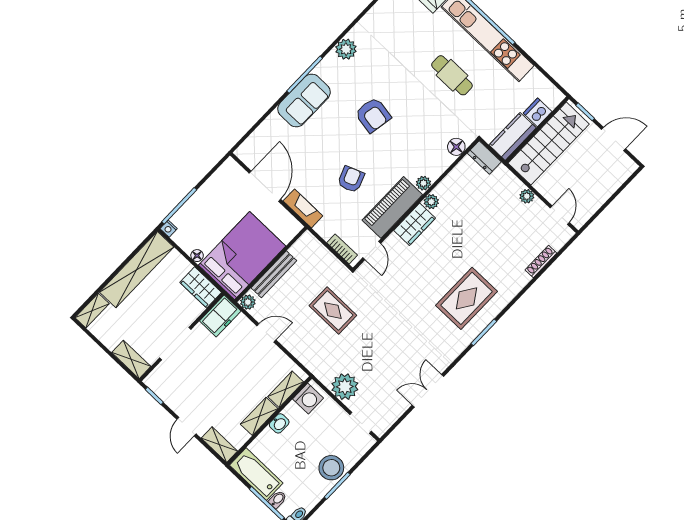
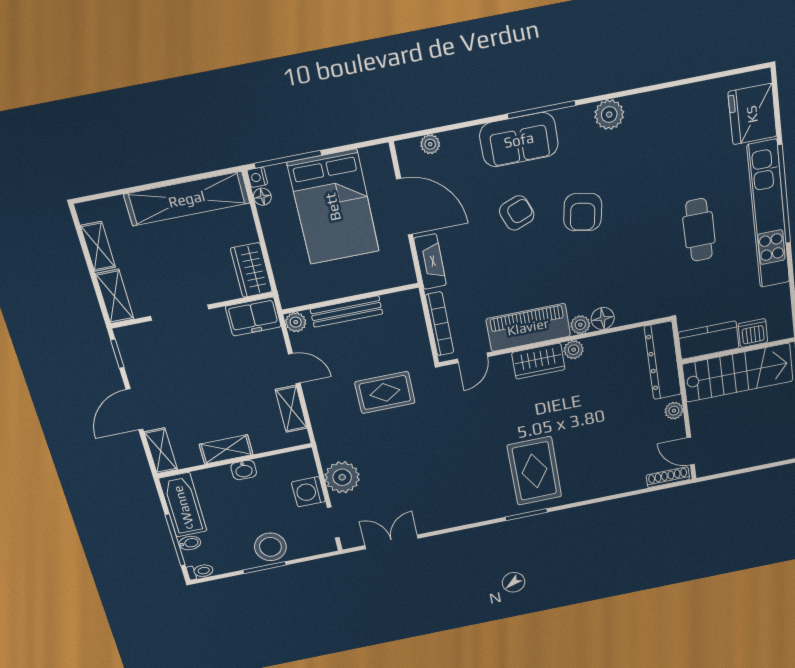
plant: (255, 140) -> (430, 144), added
floor lamp: (456, 147) -> (603, 318), moved
dresser: (484, 158) -> (663, 361), width x1.96, depth x1.24
armchair: (351, 179) -> (517, 213), moved
door: (265, 186) -> (405, 207), hinge flipped
door: (560, 215) -> (691, 451), swing flipped
bookcase: (342, 249) -> (440, 324), width x1.56
floor lamp: (197, 256) -> (262, 197), moved
bed: (242, 256) -> (333, 207), moved, turned 90
shoe rack: (541, 262) -> (668, 477), moved
rug: (467, 298) -> (534, 471), turned 90
shelving: (92, 311) -> (98, 246), moved, turned 90
rug: (333, 311) -> (385, 392), turned 90
shelving: (286, 389) -> (291, 409), moved, turned 90
double door: (428, 391) -> (392, 542), moved
washing machine: (308, 399) -> (308, 492), moved, turned 90
door: (187, 427) -> (135, 409), width x1.38

